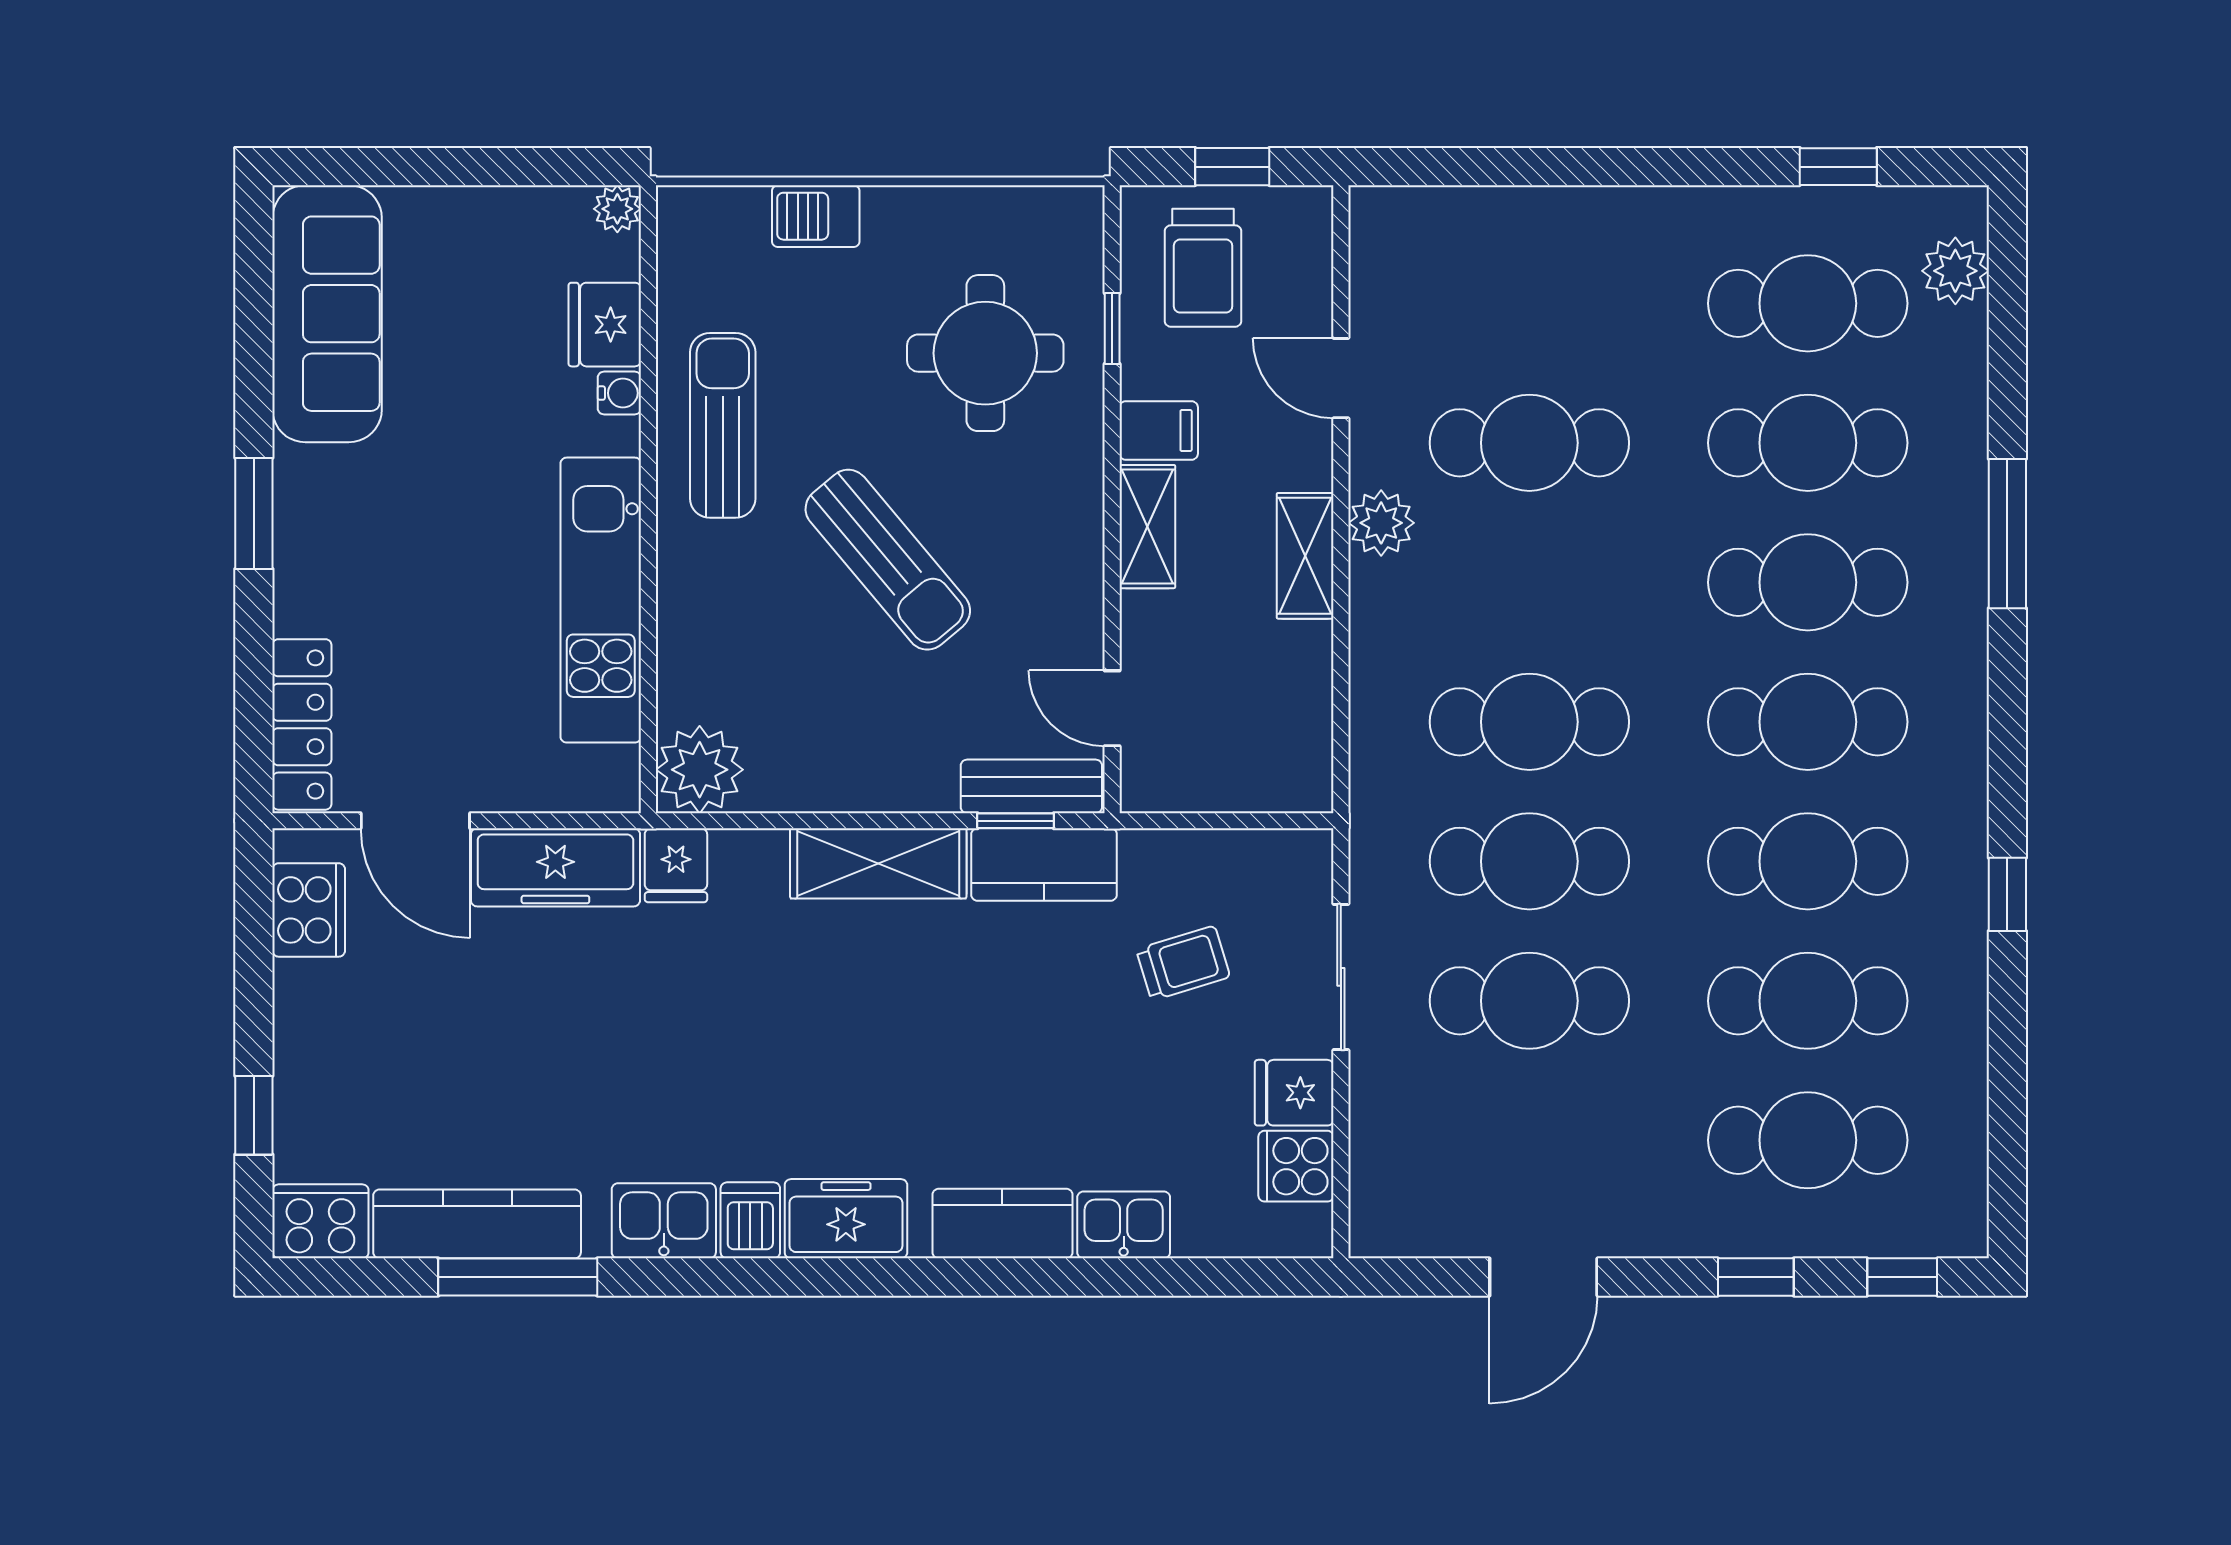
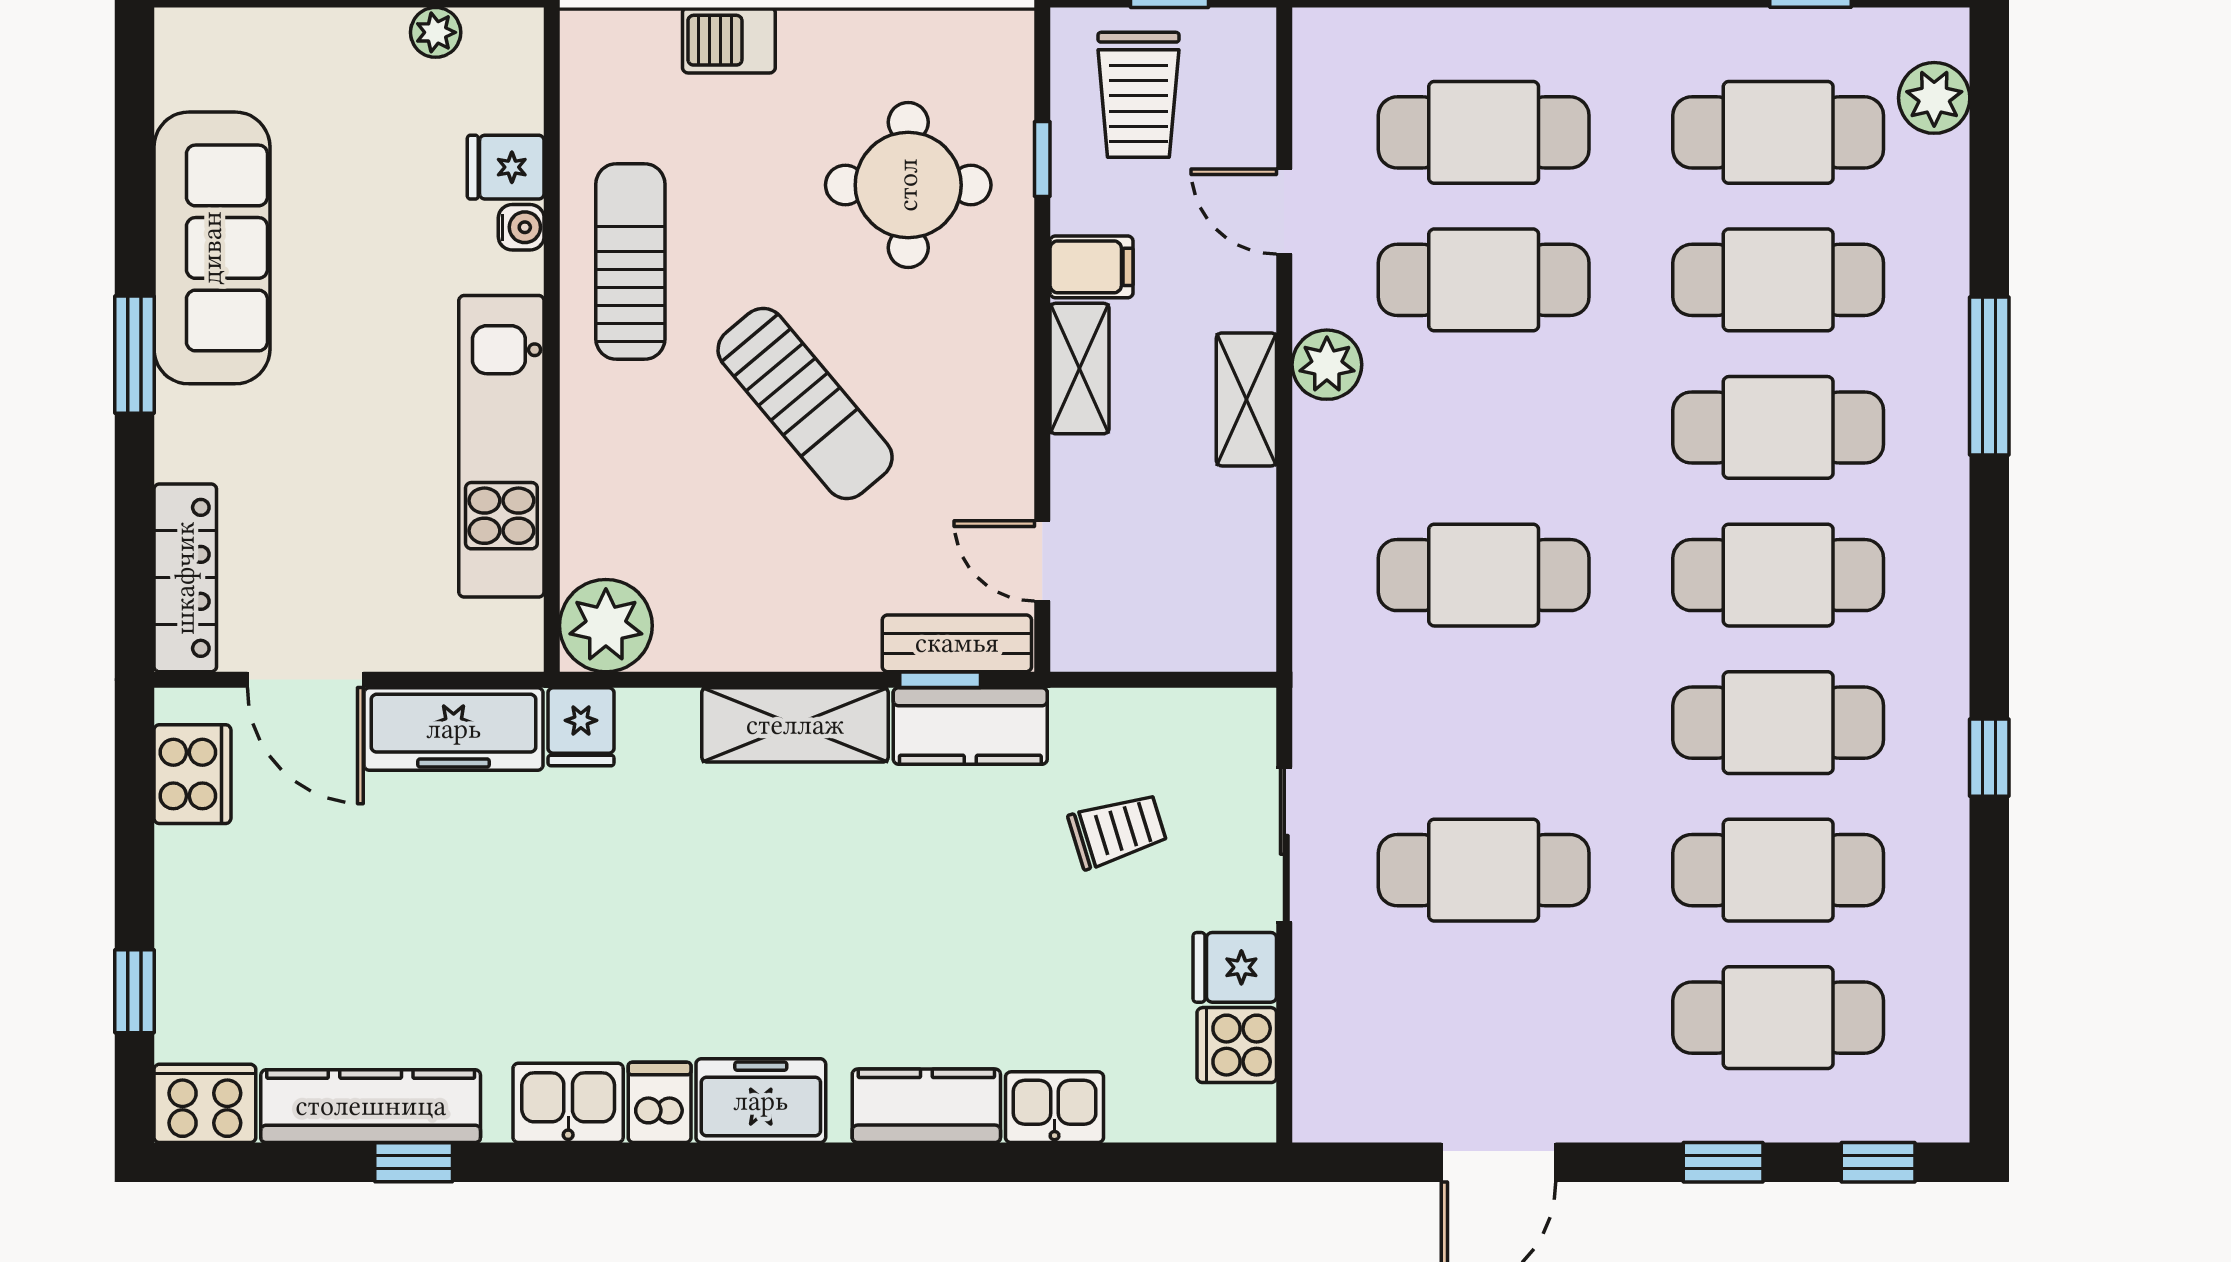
plant: (617, 209) -> (436, 32), moved
sofa: (327, 314) -> (212, 248), moved
fridge: (605, 325) -> (506, 167), width x0.72
cafe table: (1529, 861) -> (1484, 132), moved
window: (518, 1277) -> (414, 1162), width x0.46

